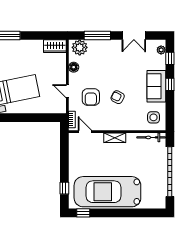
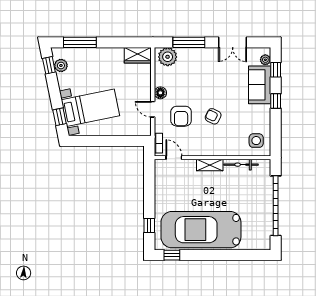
floor lamp: (74, 67) -> (160, 93), moved
sofa: (156, 86) -> (260, 85), moved
bicycle: (151, 137) -> (241, 165), moved

